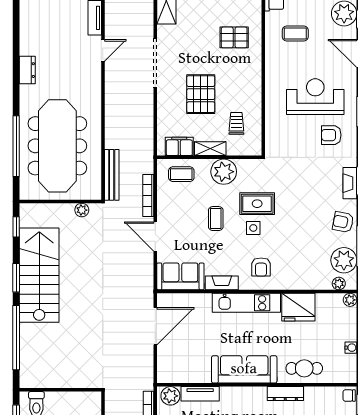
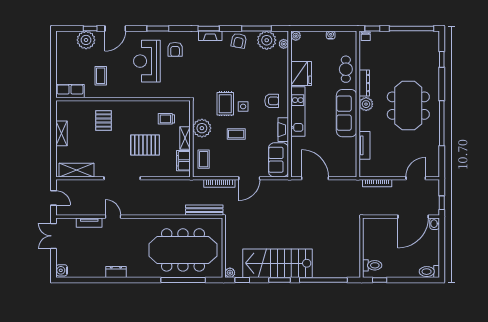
dresser: (27, 70) -> (116, 272), moved
plant: (82, 210) -> (230, 273), moved
plant: (170, 396) -> (366, 104), moved

